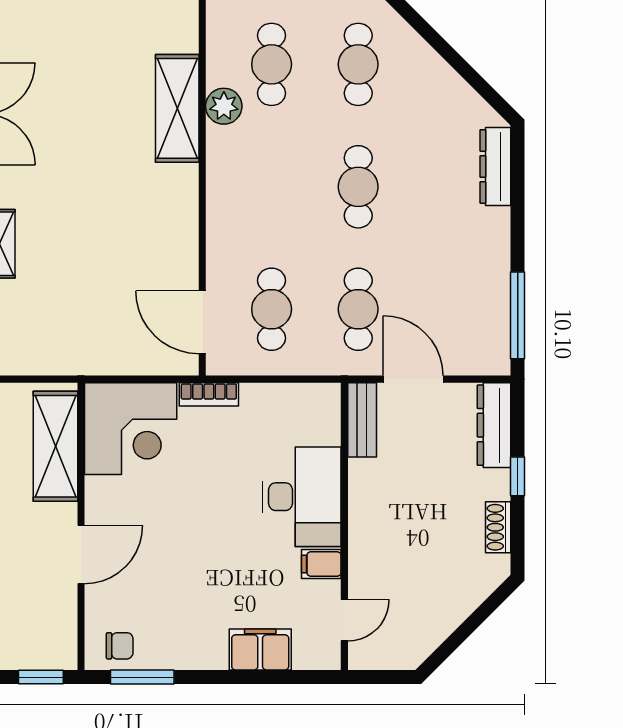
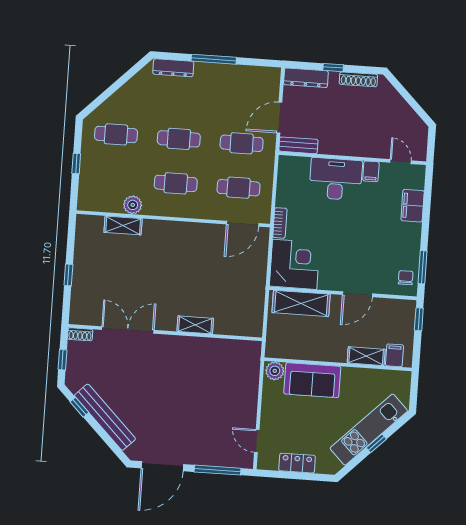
cafe table: (272, 64) -> (176, 183), moved
shelving: (177, 108) -> (123, 225), width x0.67, depth x0.75
window: (518, 315) -> (214, 59), moved
shoe rack: (498, 527) -> (358, 79), width x1.43
door: (81, 555) -> (357, 294), swing flipped

